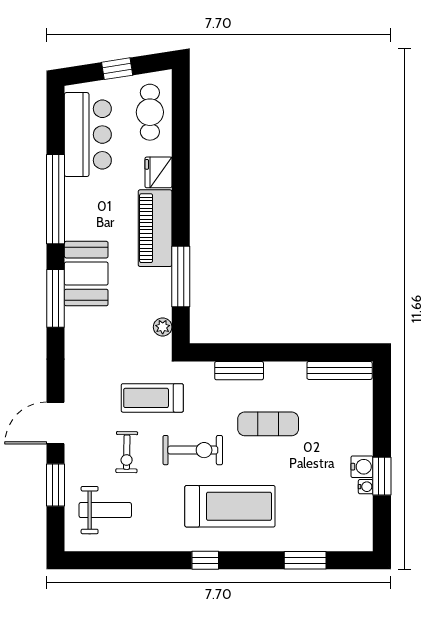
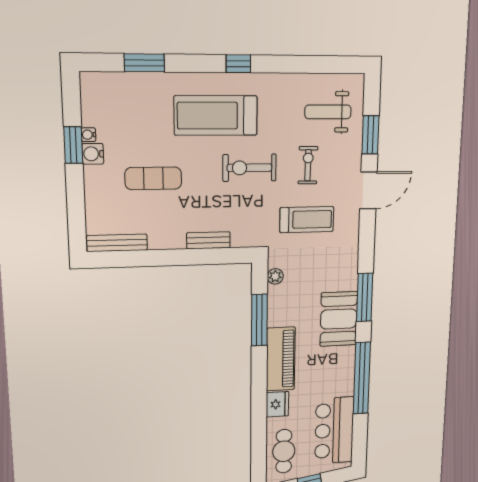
treadmill: (152, 398) -> (307, 220), moved
exercise mat: (268, 424) -> (153, 178), moved

